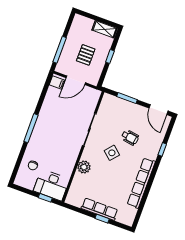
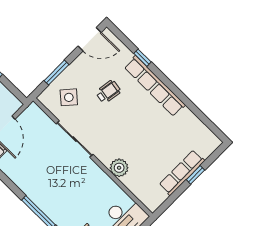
side table: (112, 153) -> (69, 97), moved
row of seats: (141, 183) -> (155, 86), moved

